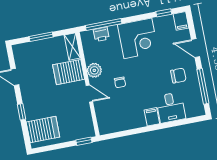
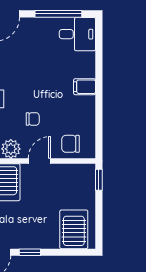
chair: (178, 76) -> (71, 144), moved, turned -90
desk: (171, 108) -> (77, 34), moved
window: (22, 112) -> (30, 252), moved

